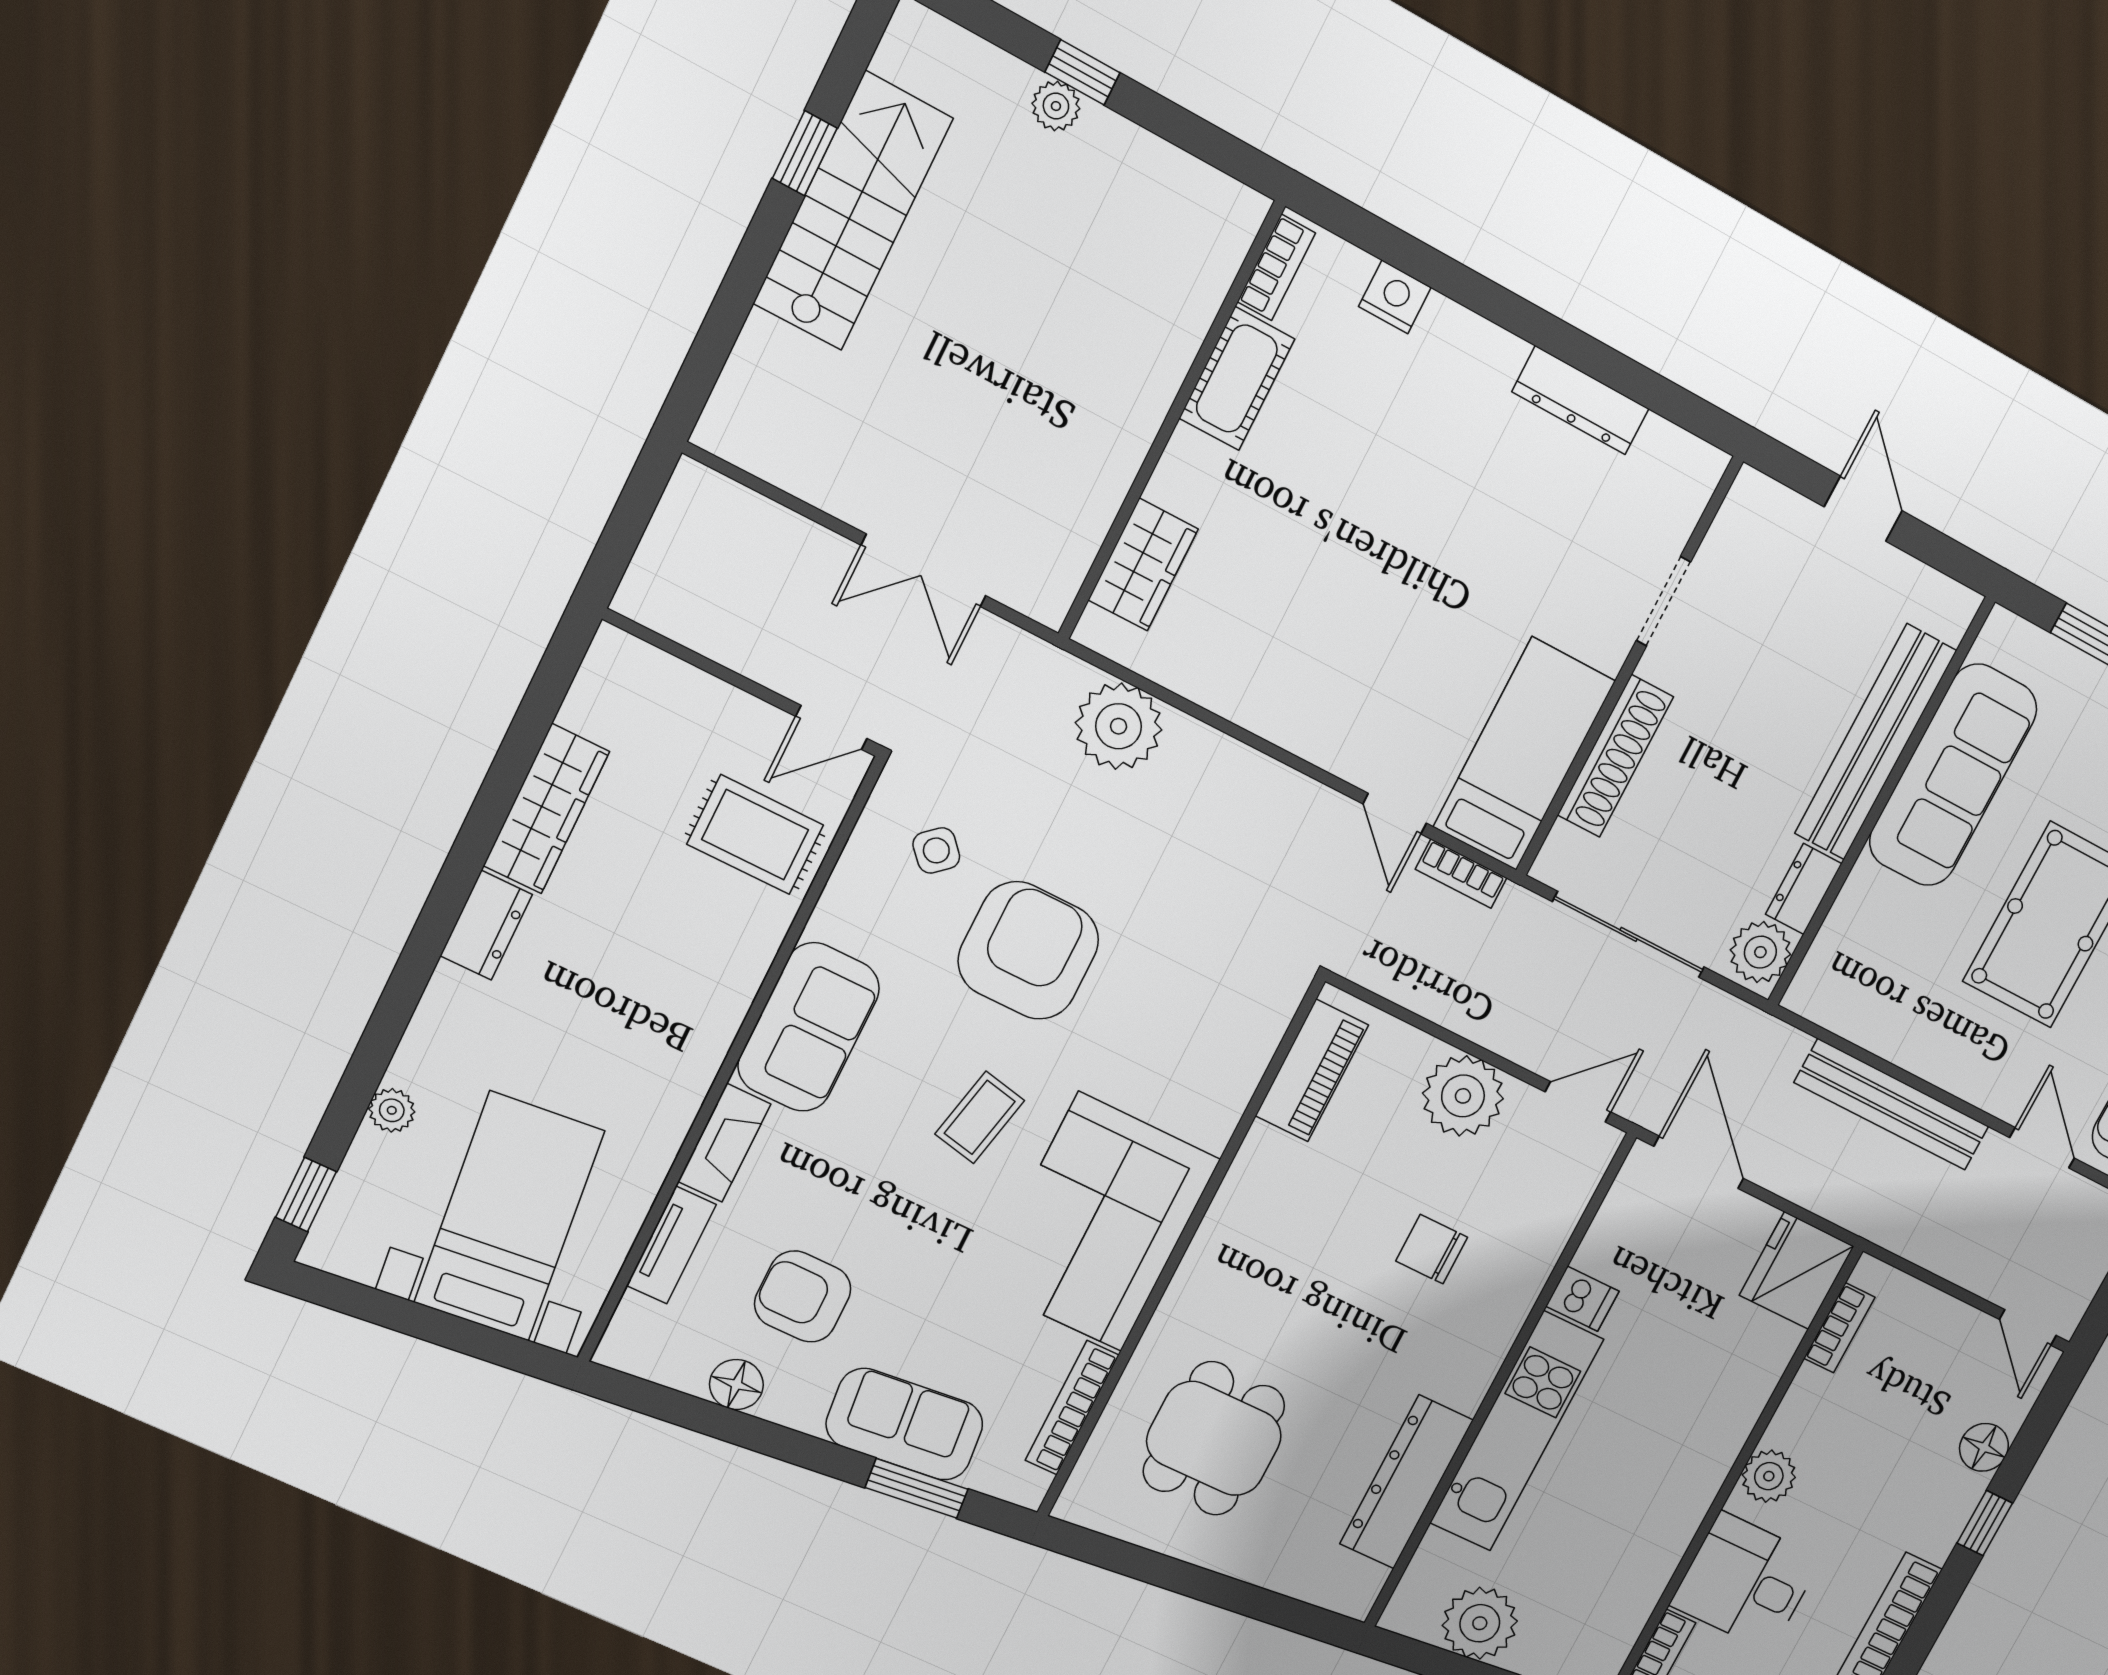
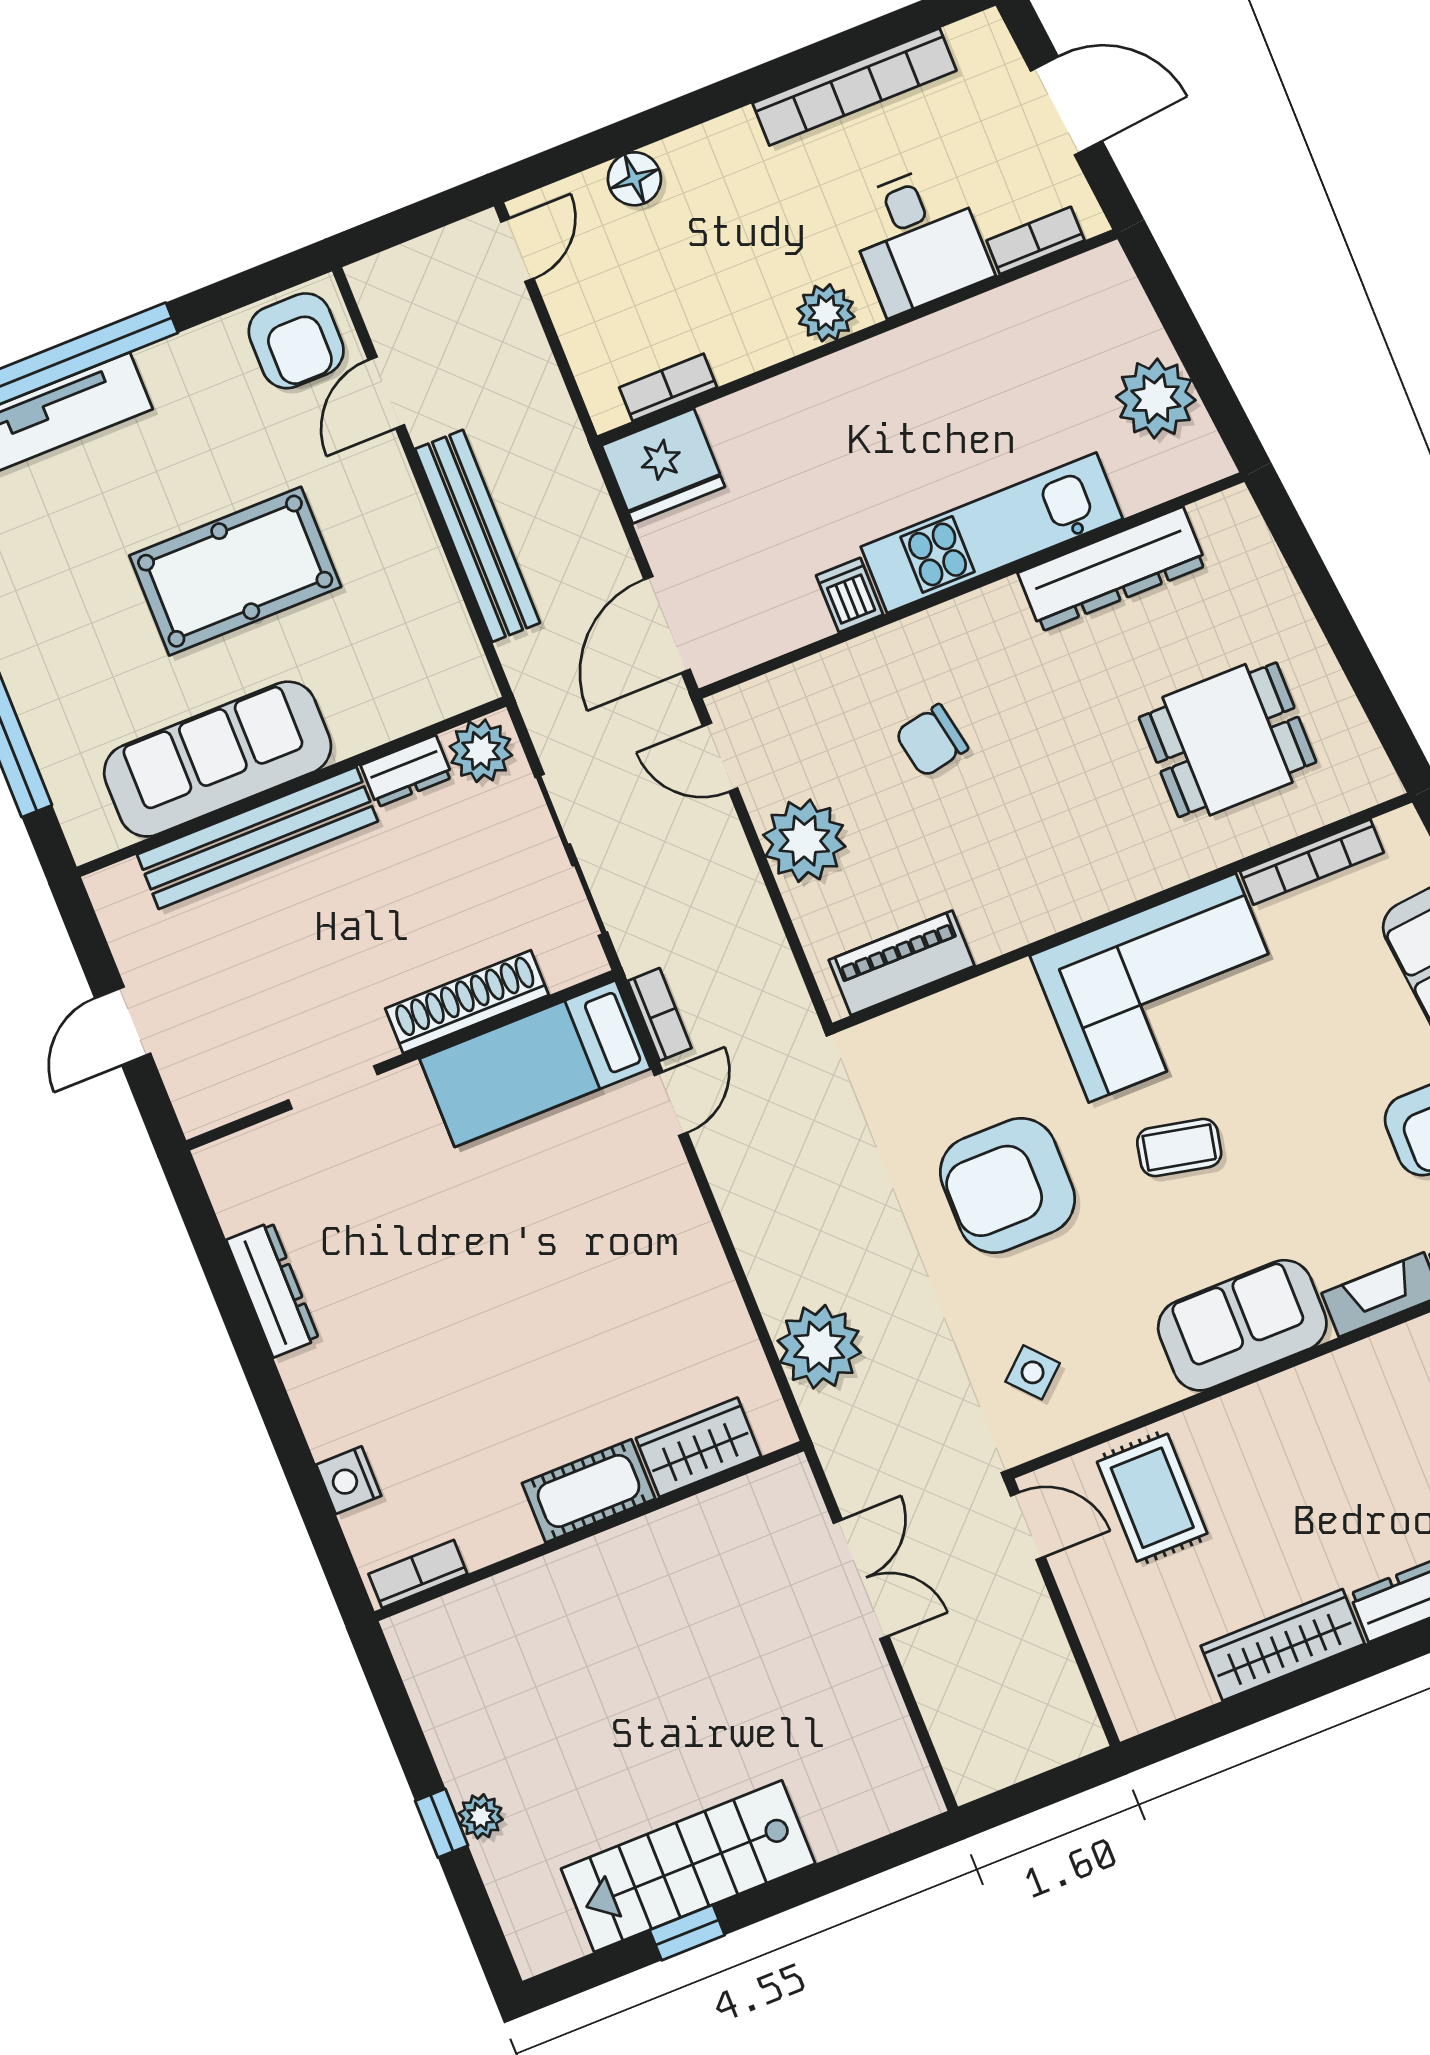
cot: (1237, 379) -> (589, 1491), moved
armchair: (1028, 951) -> (1008, 1186), moved
chair: (1432, 1249) -> (931, 741), turned 79
window: (1985, 1523) -> (686, 112), removed

